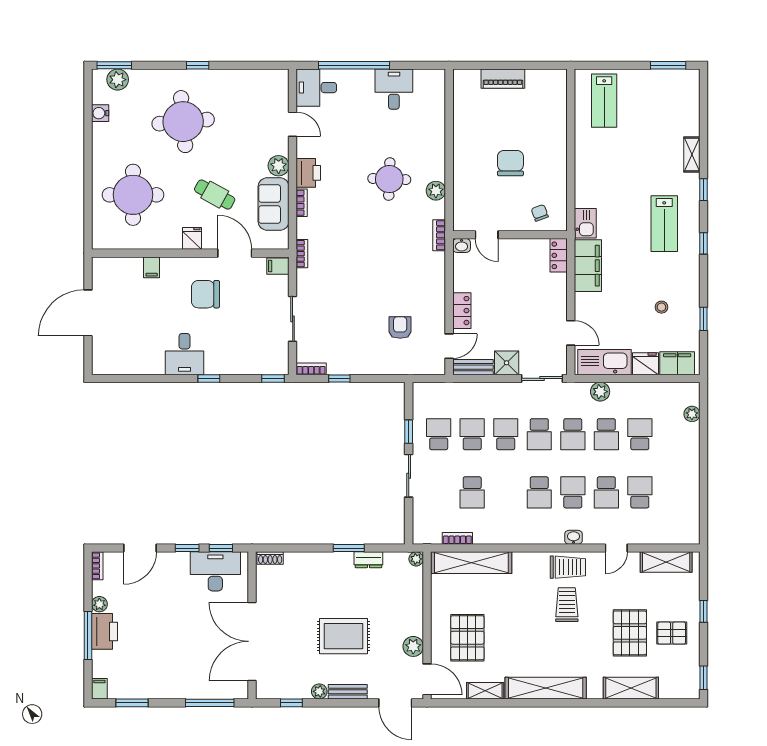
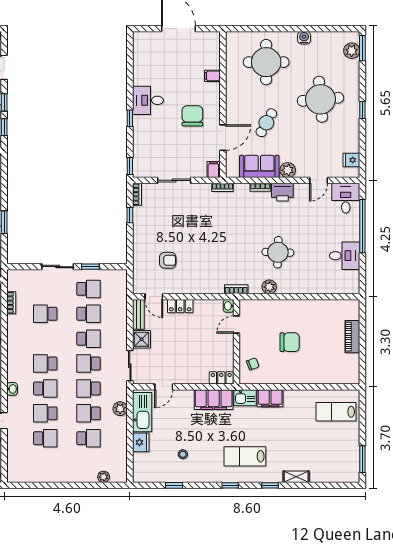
water cooler: (100, 113) -> (304, 38), moved
fridge: (192, 238) -> (351, 160), moved, turned 180
filing cabinet: (677, 363) -> (270, 398), moved, turned 90

